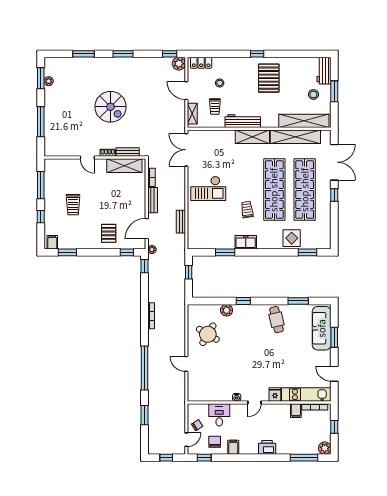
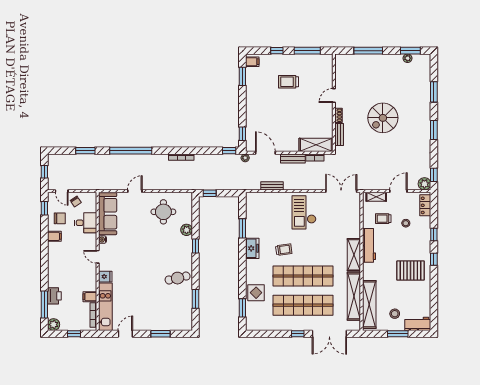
window: (231, 54) -> (434, 234), added
shelving: (124, 166) -> (316, 145), moved, turned 90
pallet: (109, 233) -> (261, 116), removed
window: (189, 272) -> (210, 193), moved
sofa: (322, 328) -> (108, 214), moved, turned 90
round table: (208, 334) -> (163, 212), turned -31
printer: (267, 447) -> (54, 296), moved

